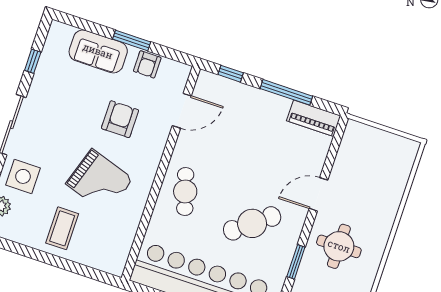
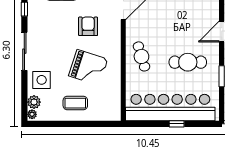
cafe table: (252, 223) -> (188, 62), turned 38
coffee table: (62, 228) -> (75, 103), turned 90

